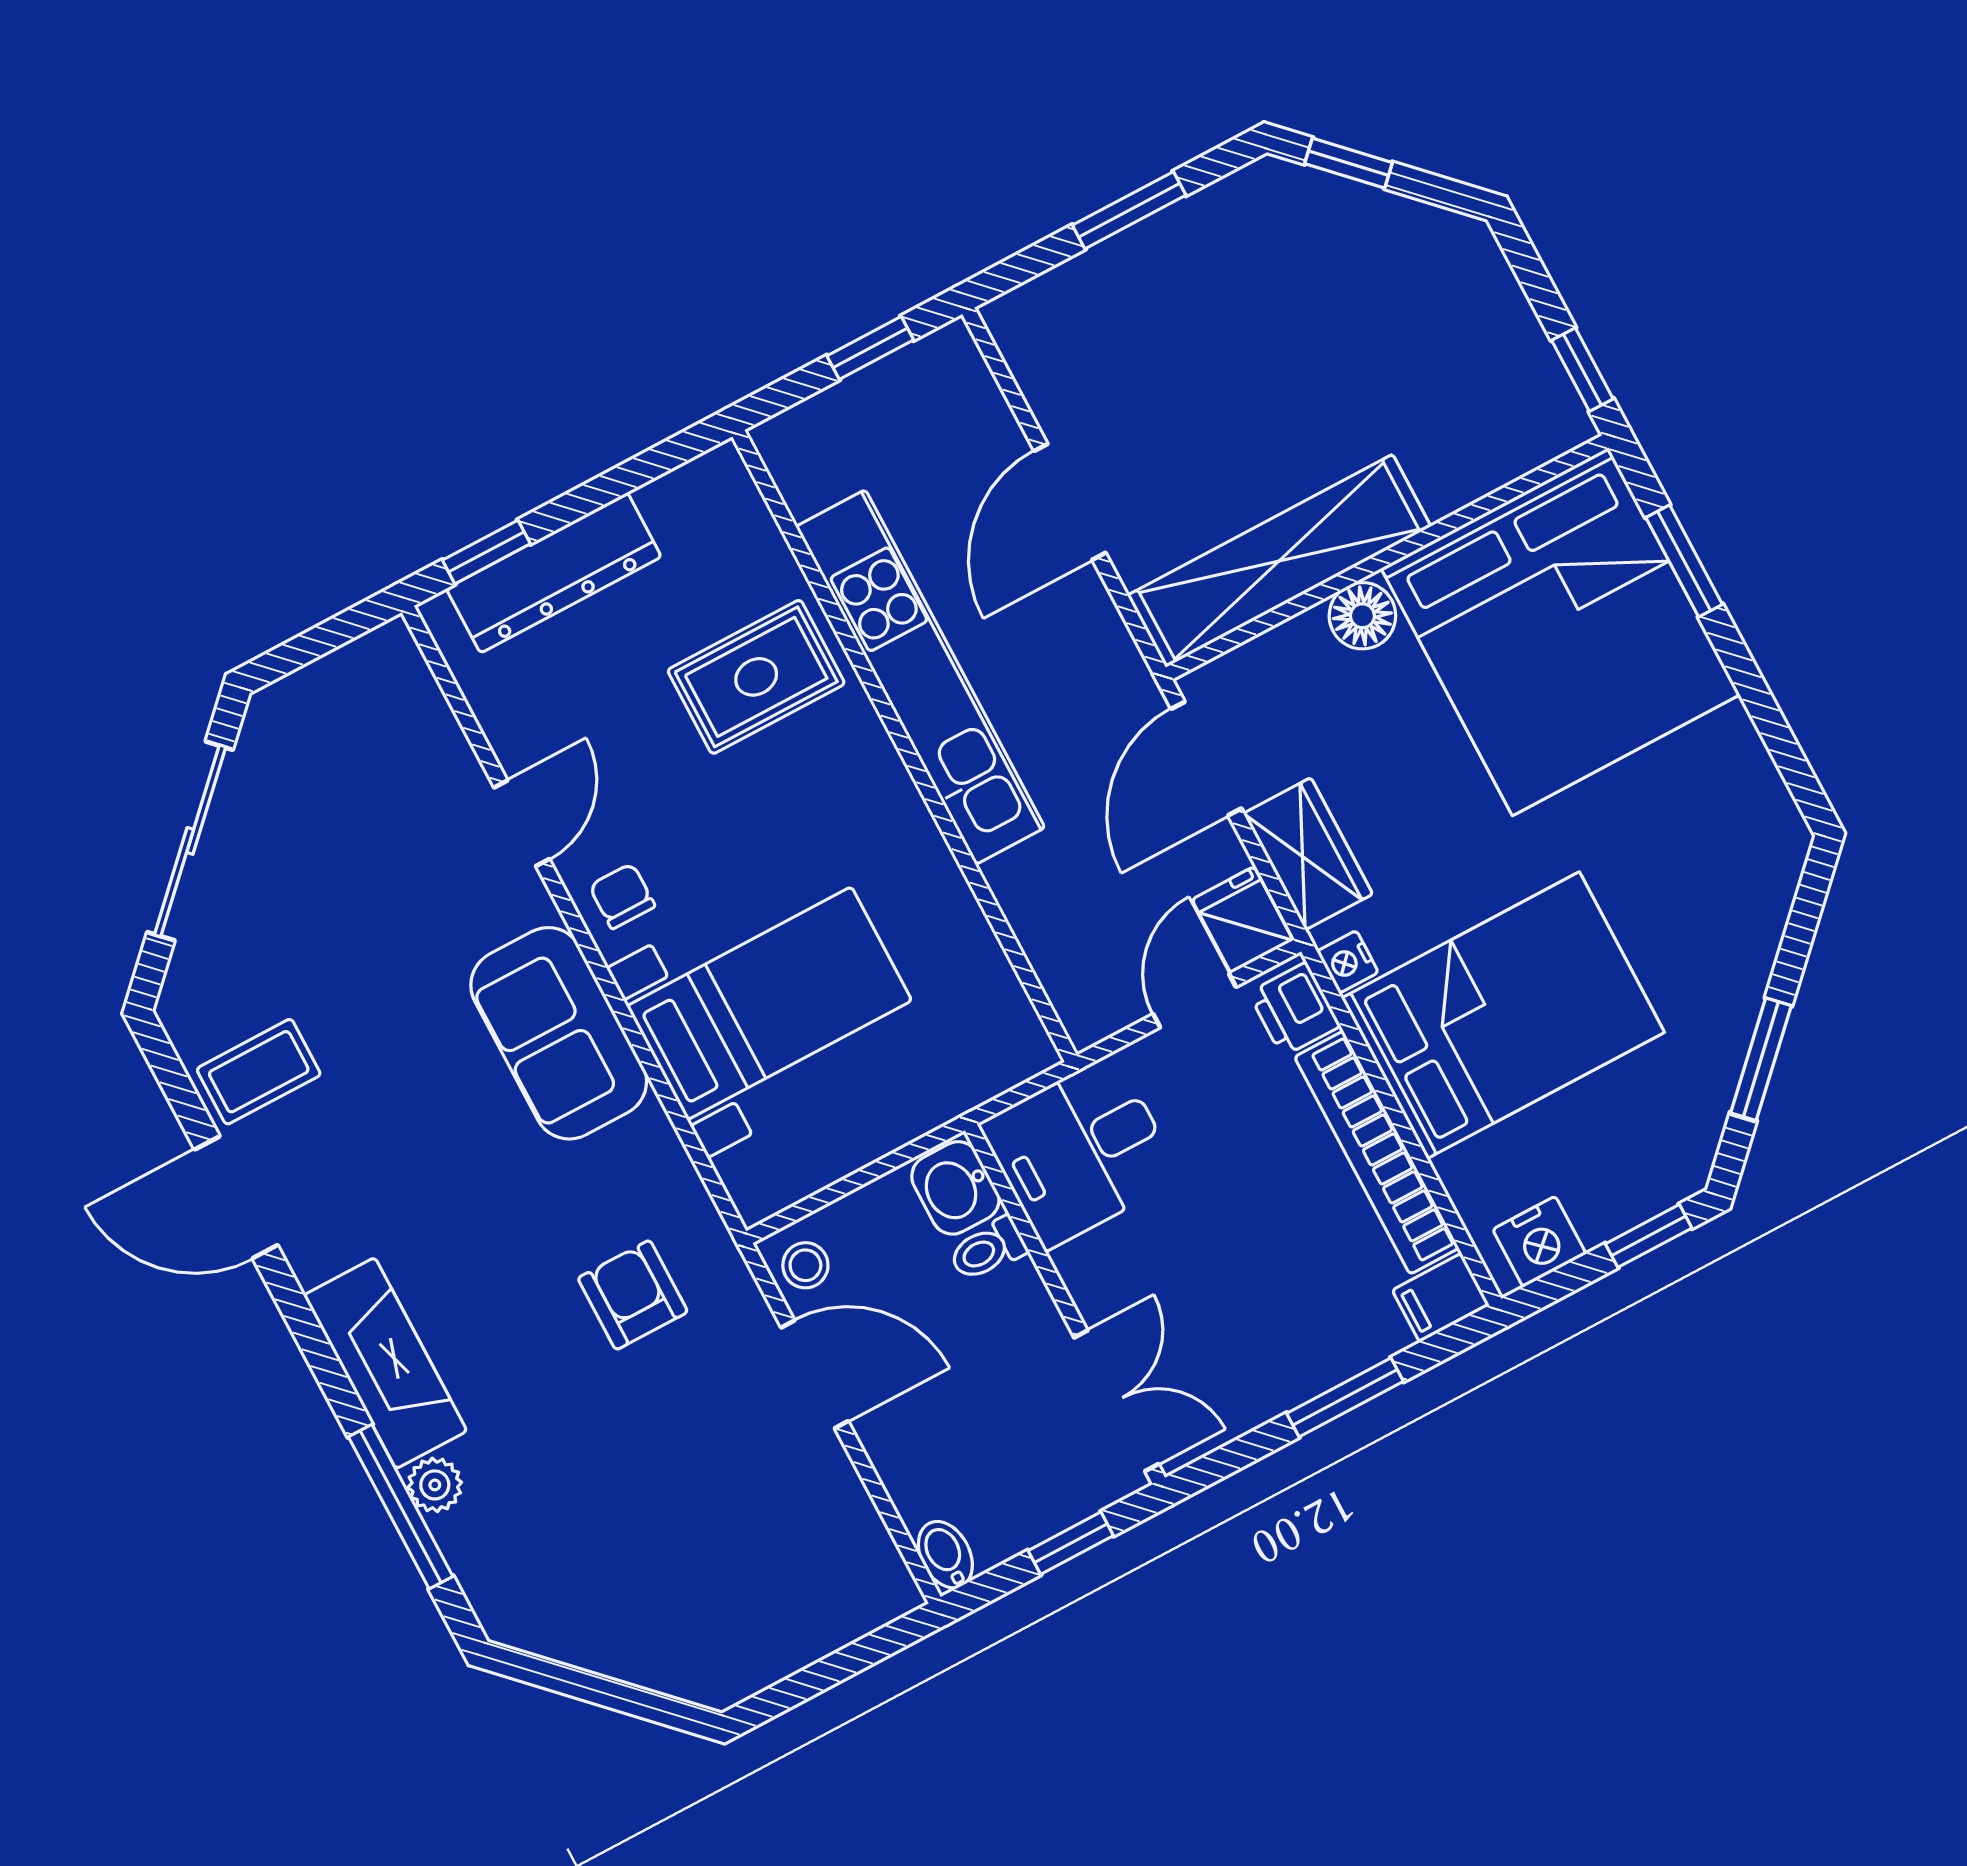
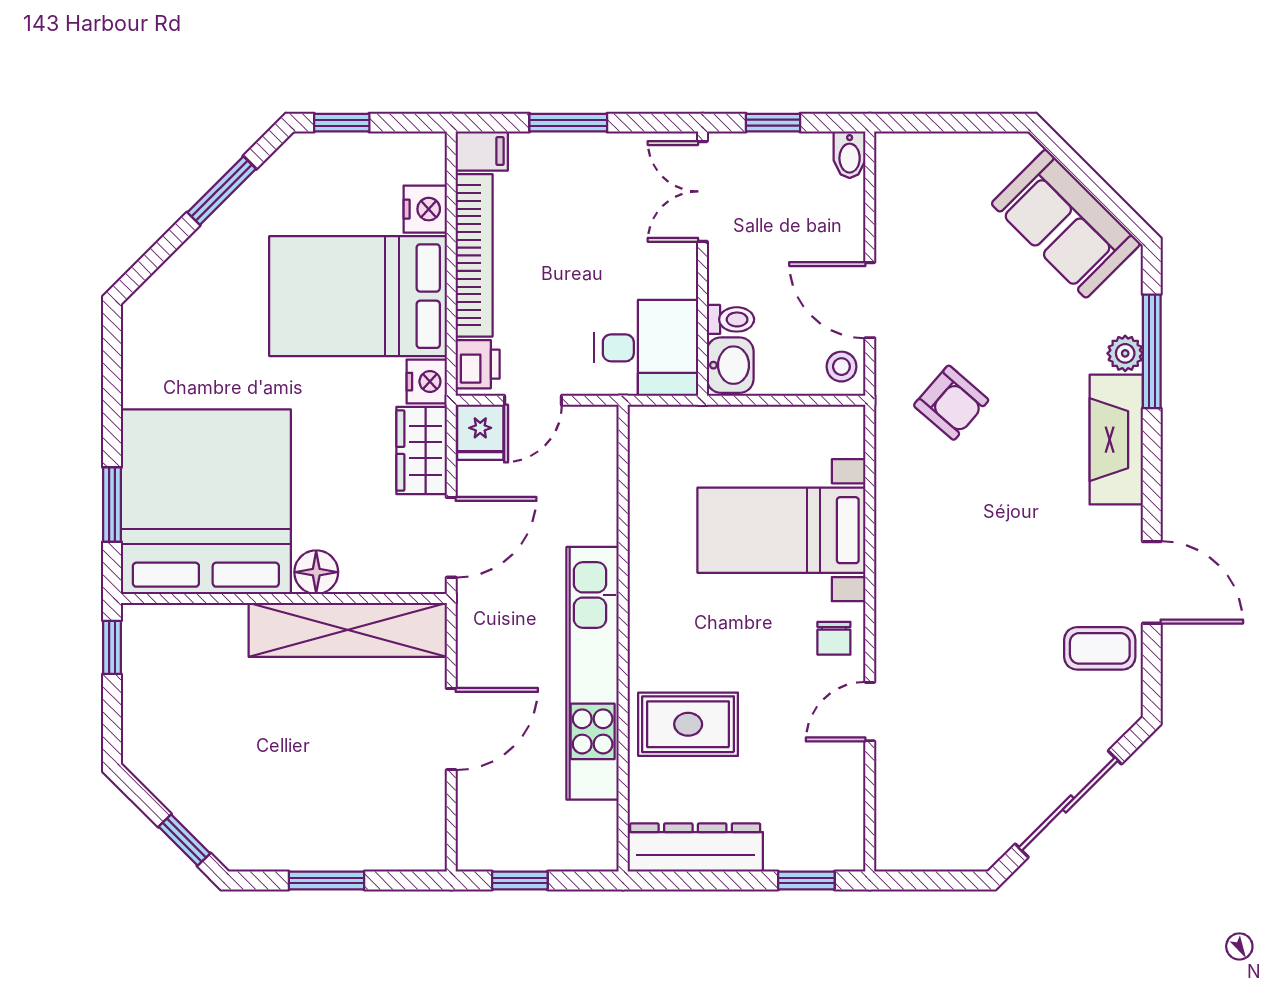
dresser: (554, 573) -> (695, 848), moved
nightstand: (1348, 962) -> (427, 382), width x1.39, depth x1.35
sofa: (559, 1033) -> (1066, 224), moved, turned 135
nightstand: (1539, 1242) -> (425, 209), moved, turned 90
armchair: (633, 1295) -> (951, 403), turned -49

